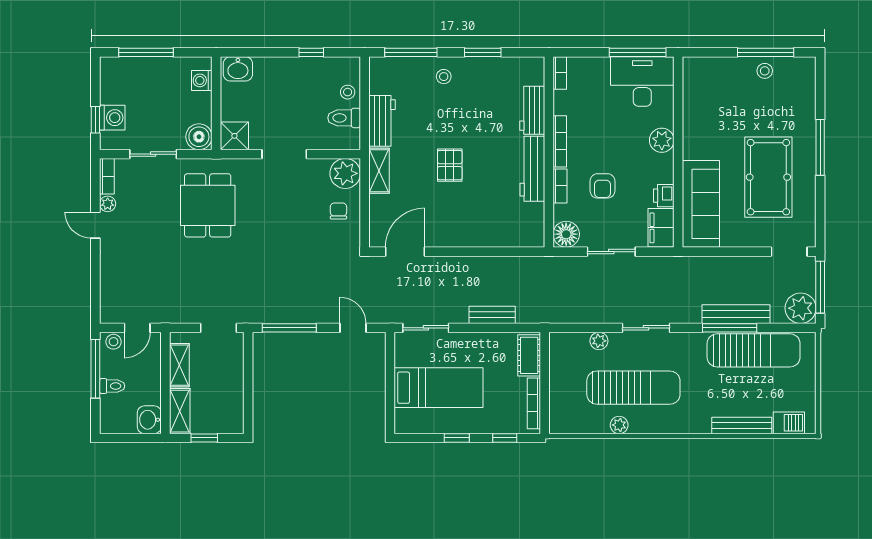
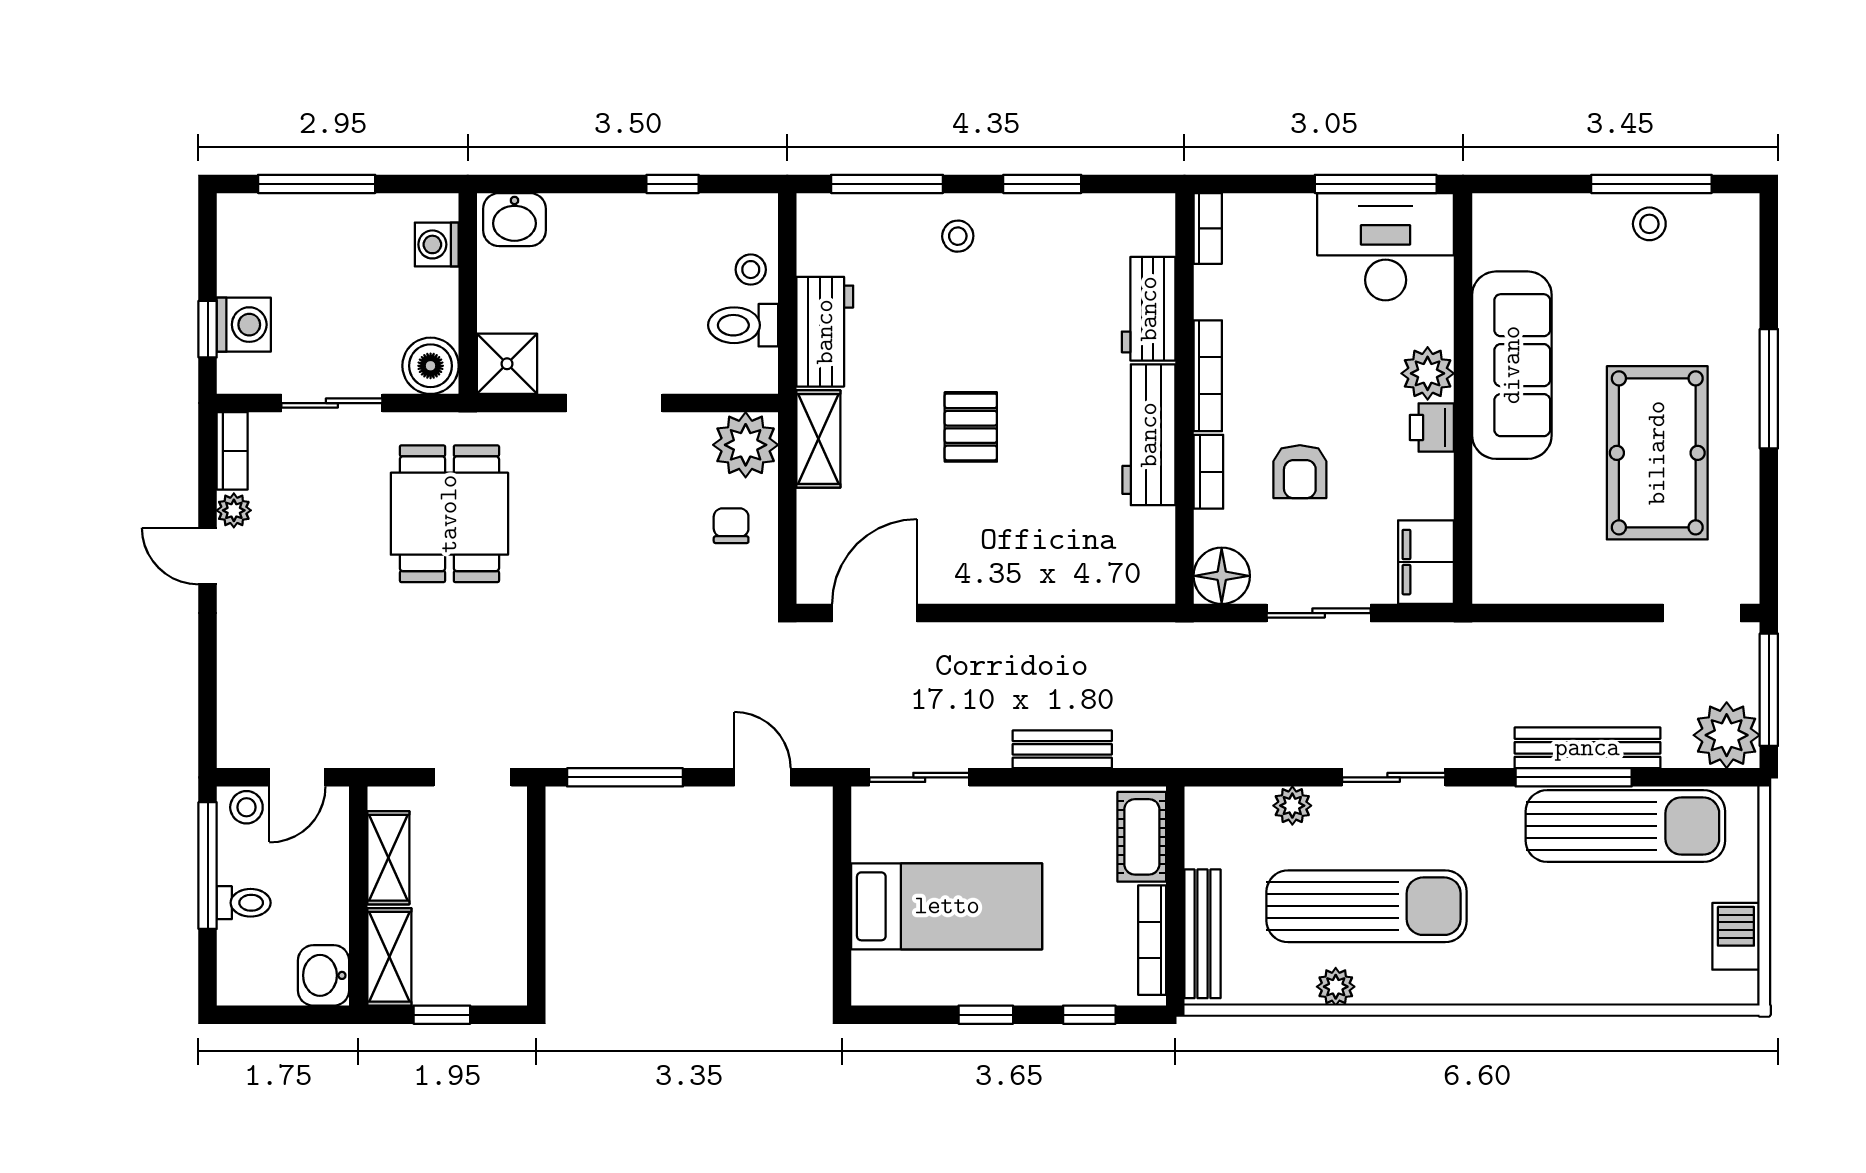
printer: (664, 196) -> (1432, 427), moved
sofa: (701, 204) -> (1512, 365), moved
barbecue: (789, 423) -> (1736, 936), moved, turned -90
bench: (742, 425) -> (1203, 934), moved, turned 90

